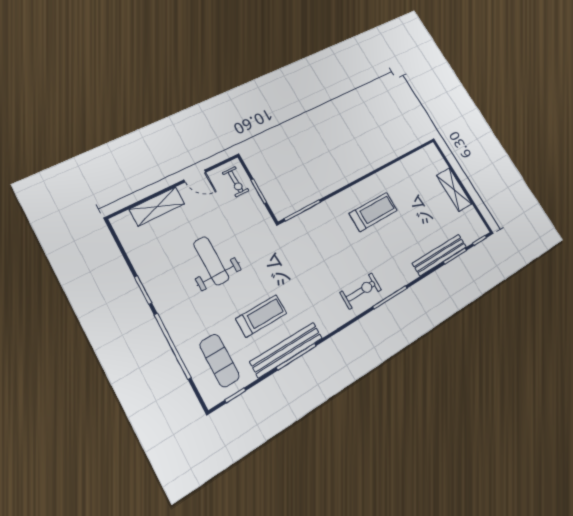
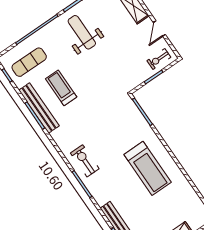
treadmill: (373, 212) -> (148, 168), width x1.37, depth x1.37
weight bench: (211, 261) -> (82, 32), moved, turned -90
exercise bike: (361, 291) -> (85, 161), turned 180
treadmill: (261, 316) -> (61, 88), turned 180

